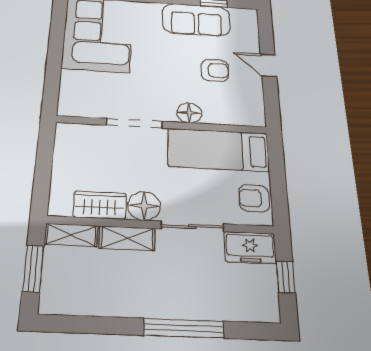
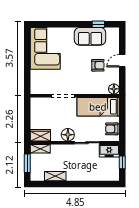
door: (268, 65) -> (122, 61), hinge flipped
floor lamp: (189, 113) -> (114, 89), moved
wardrobe: (100, 205) -> (40, 135), moved
shelving: (127, 238) -> (55, 176), moved
window: (184, 328) -> (83, 184), removed

